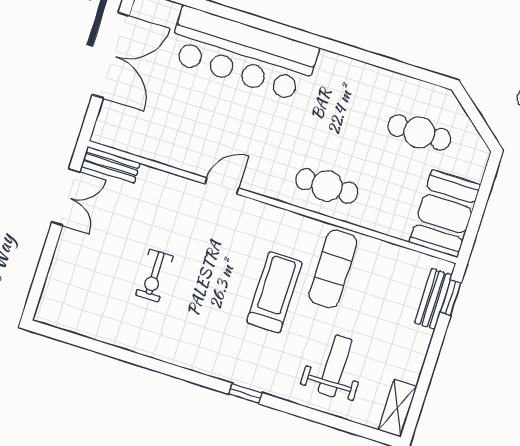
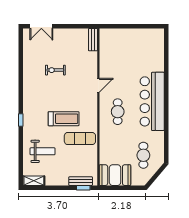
bar counter: (243, 54) -> (152, 101), moved
double door: (111, 55) -> (135, 26), removed
door: (222, 186) -> (98, 85), hinge flipped
cafe table: (327, 186) -> (118, 112), moved
double door: (66, 197) -> (41, 26), moved

